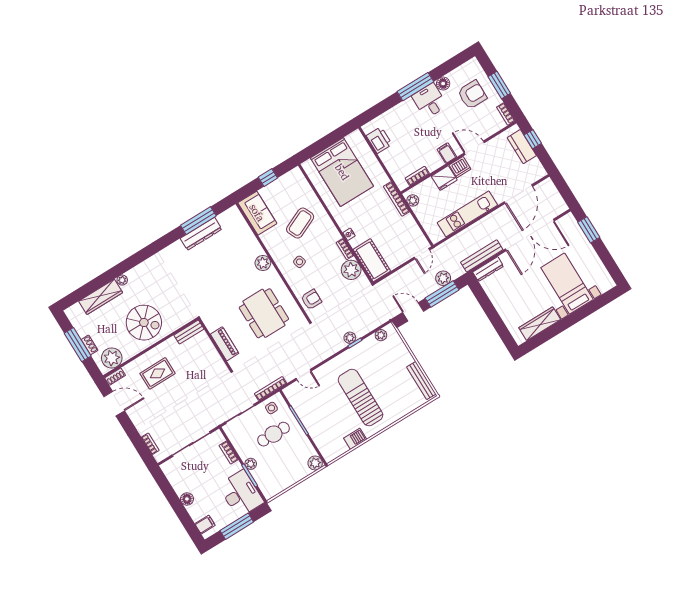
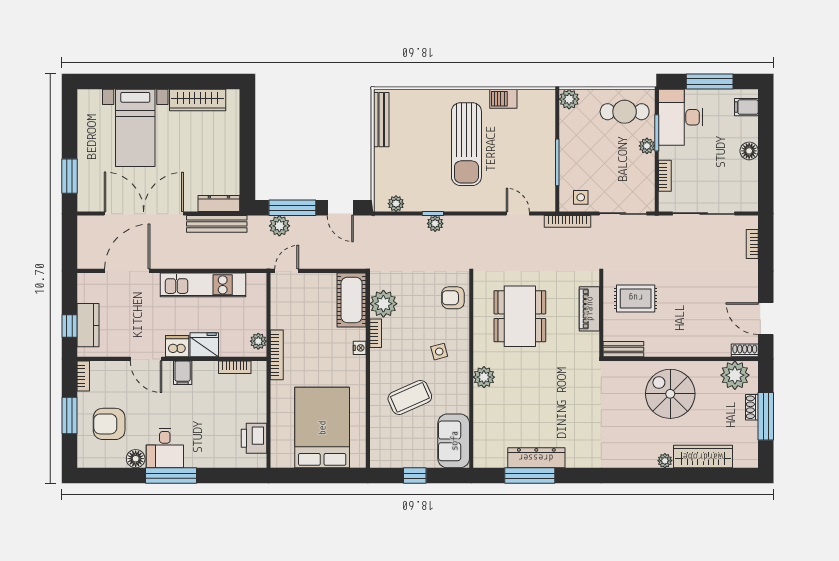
rug: (157, 373) -> (636, 298), moved
cafe table: (274, 434) -> (625, 112), moved

